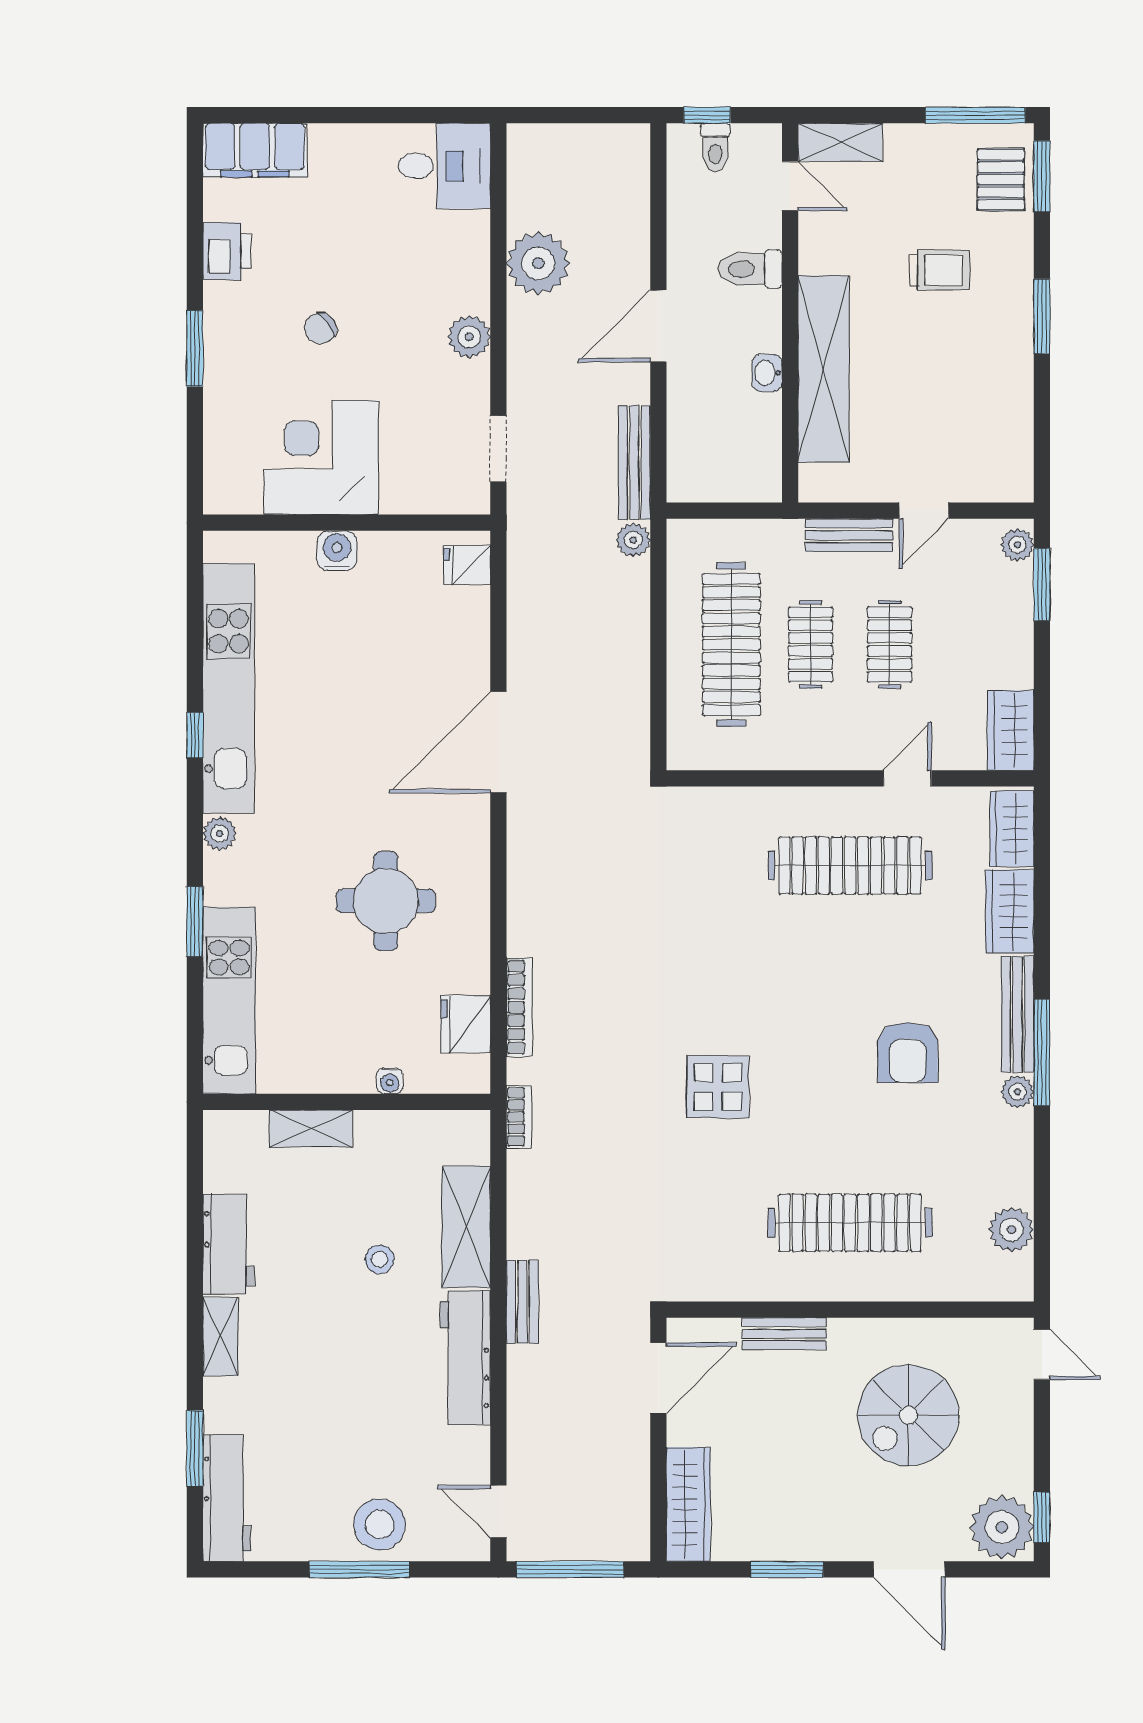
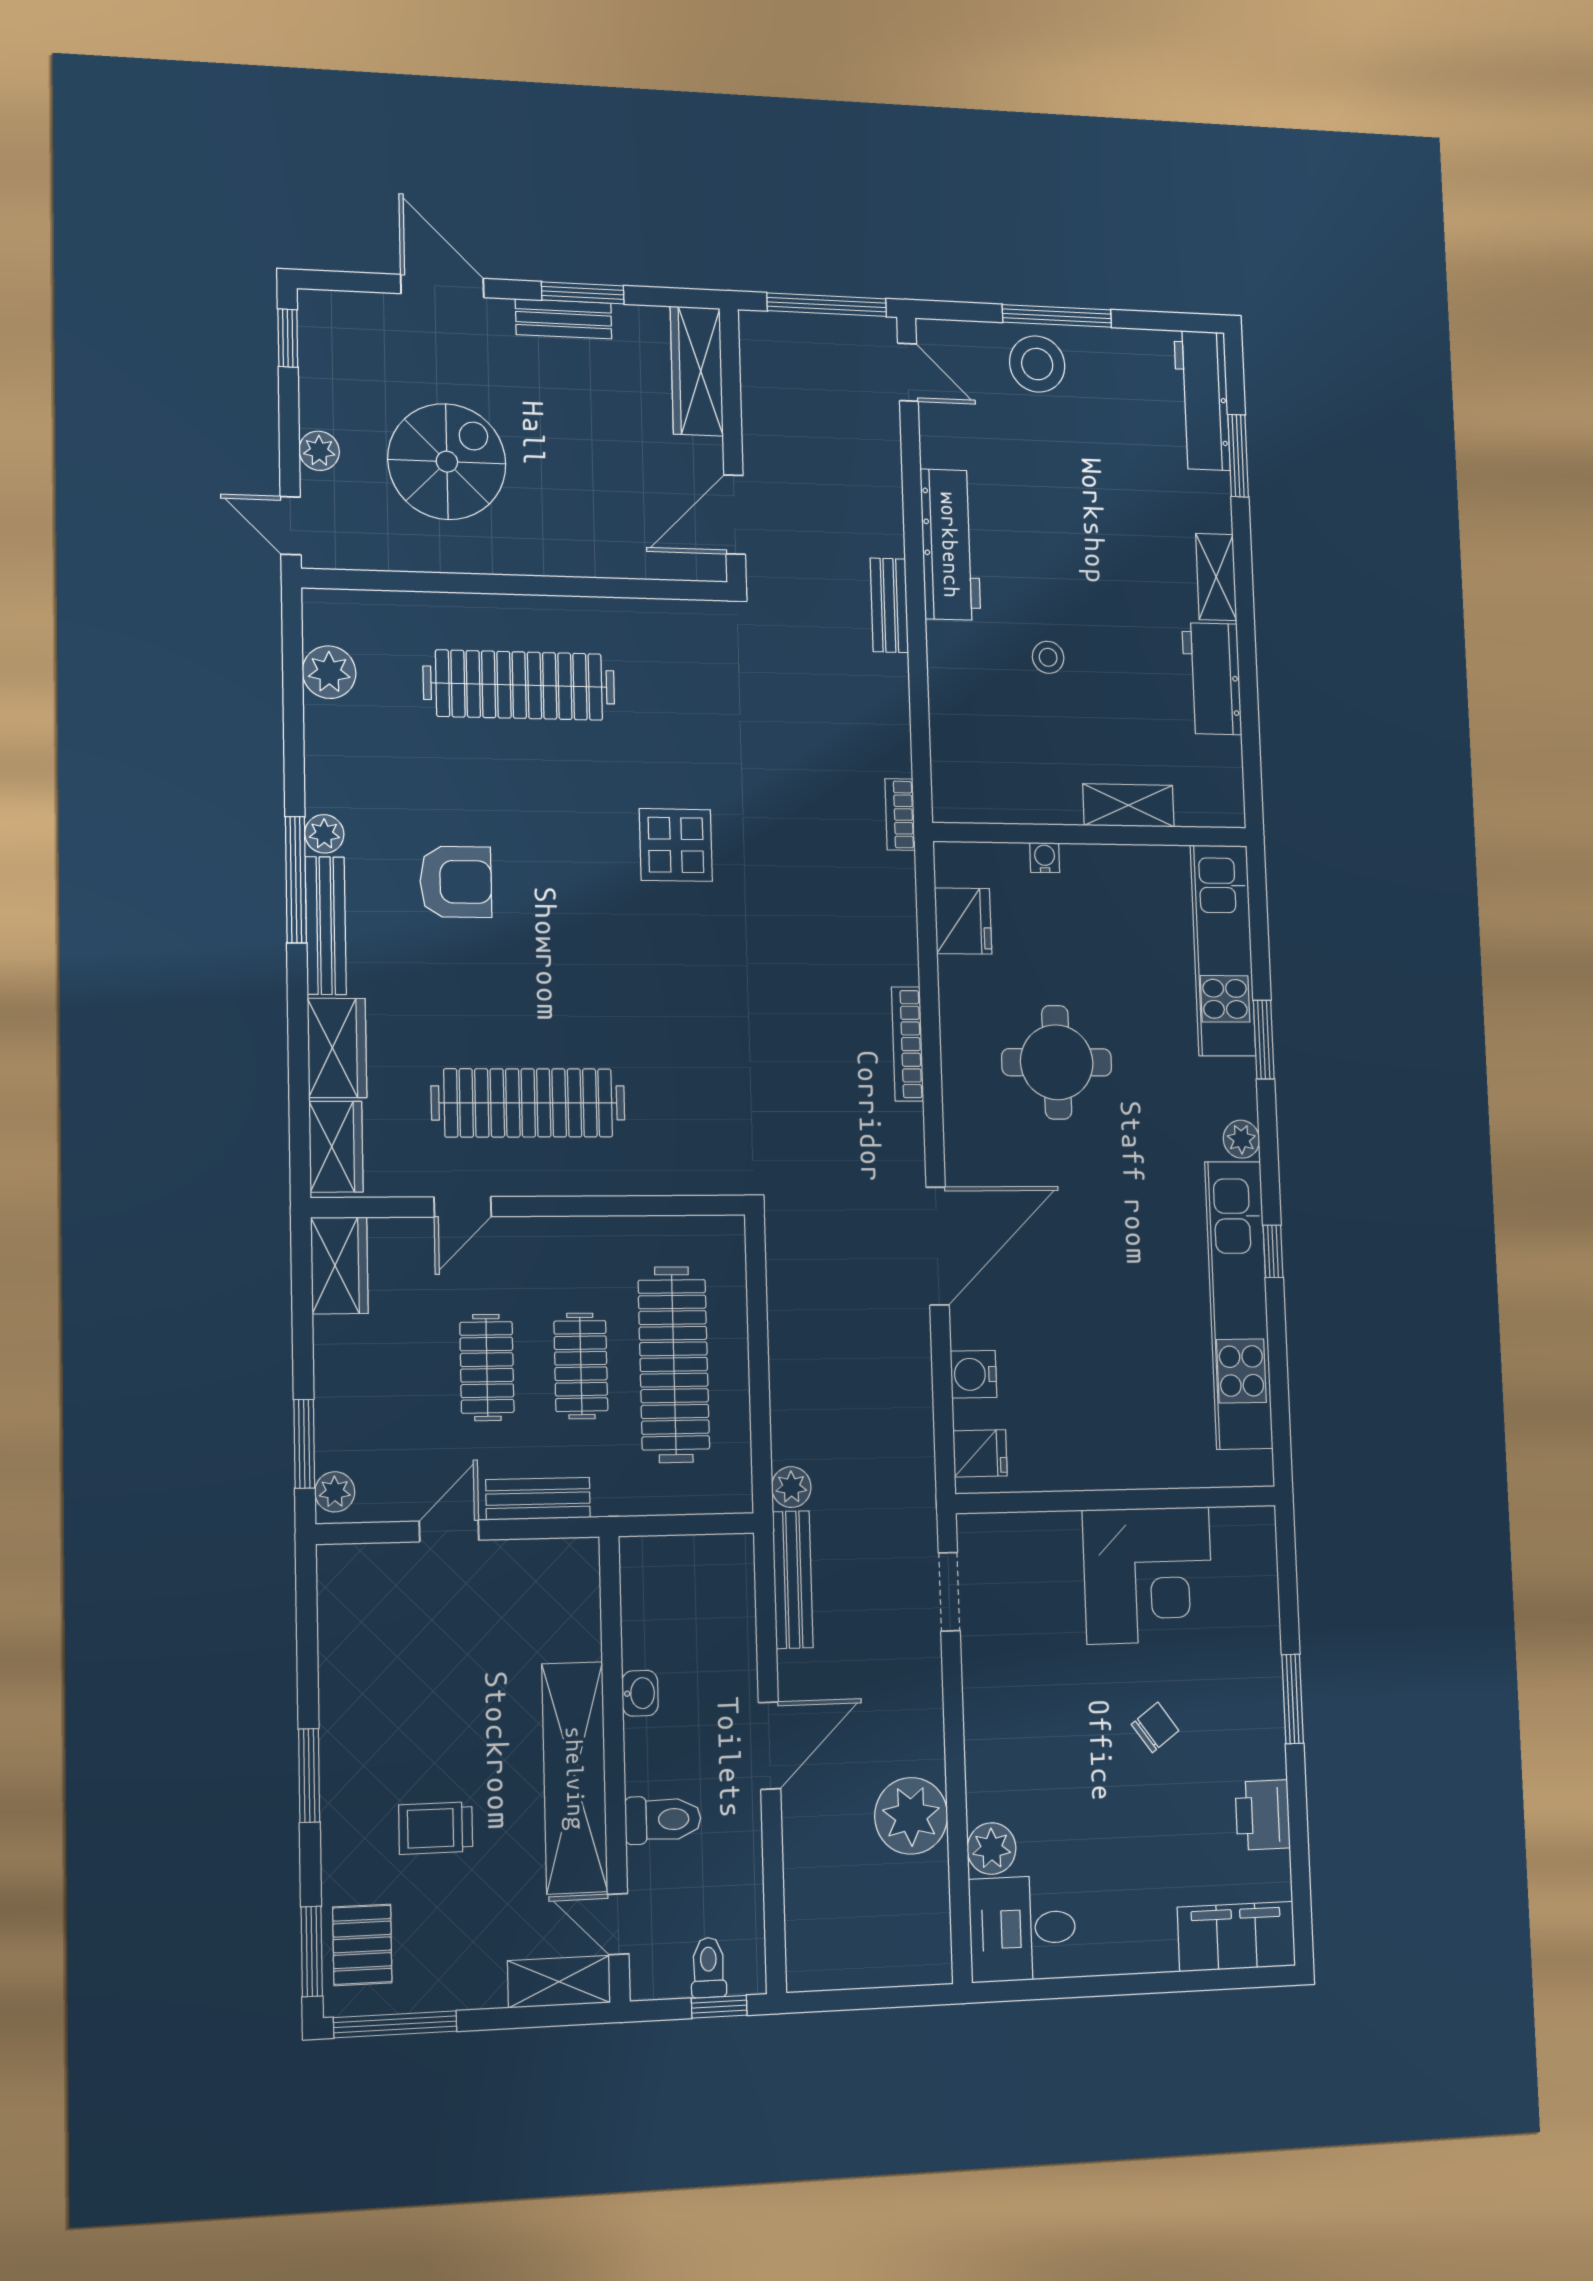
plant: (469, 337) -> (992, 1849), moved
shelving: (824, 369) -> (575, 1778), moved
water cooler: (337, 551) -> (974, 1374), moved, turned 90
bookcase: (519, 1007) -> (908, 1044), moved
armchair: (908, 1053) -> (456, 882), turned 90
shelving: (466, 1227) -> (954, 691), removed
bench: (784, 1334) -> (564, 319), moved
plant: (1002, 1527) -> (319, 451), moved, width x0.53, depth x0.53

